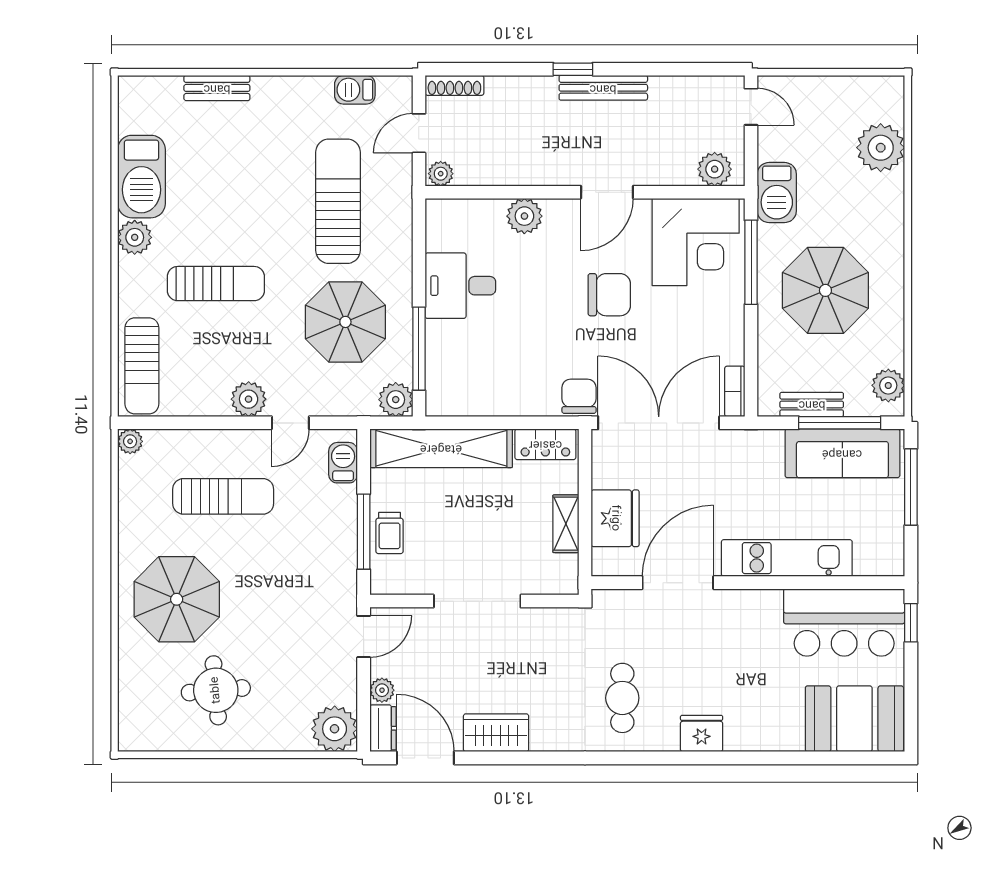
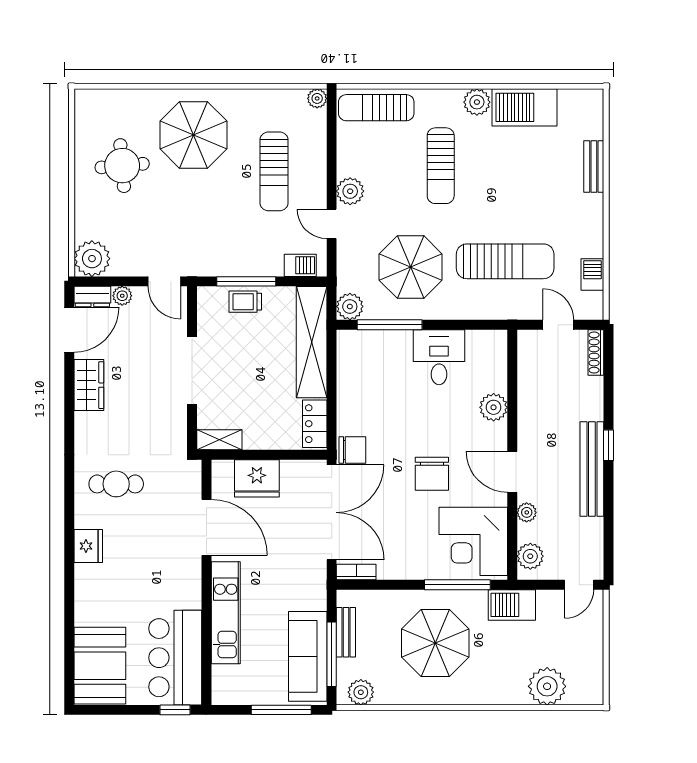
bench: (603, 88) -> (592, 469), width x1.37, depth x1.21
plant: (441, 174) -> (527, 512), moved
shelving: (566, 524) -> (219, 440), moved

